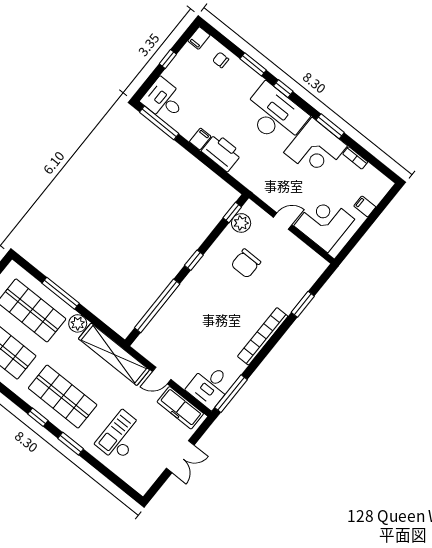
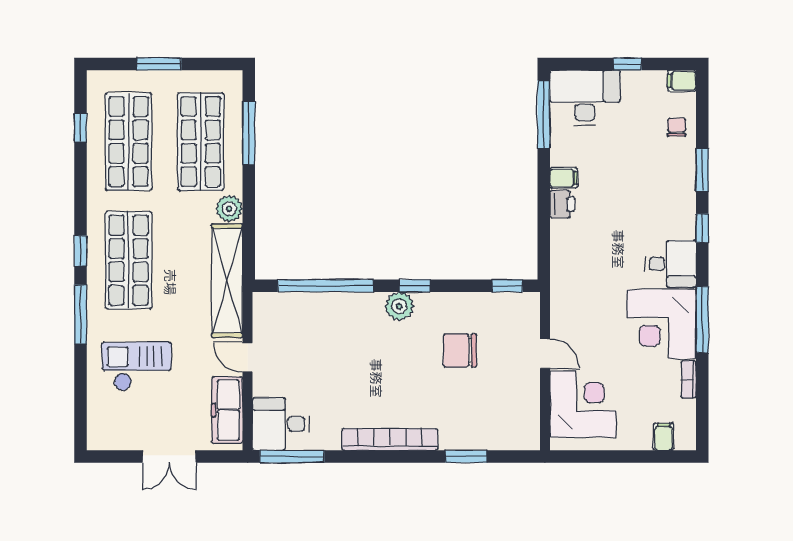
desk: (164, 100) -> (585, 98), width x1.37
desk: (275, 115) -> (671, 264), width x0.53, depth x0.77
window: (330, 126) -> (702, 320), width x1.44
printer: (222, 152) -> (562, 204), width x0.53, depth x0.68
filing cabinet: (365, 206) -> (664, 437), moved
plant: (241, 223) -> (399, 306), moved
window: (61, 293) -> (249, 133), moved
window: (71, 444) -> (81, 314), width x1.44

